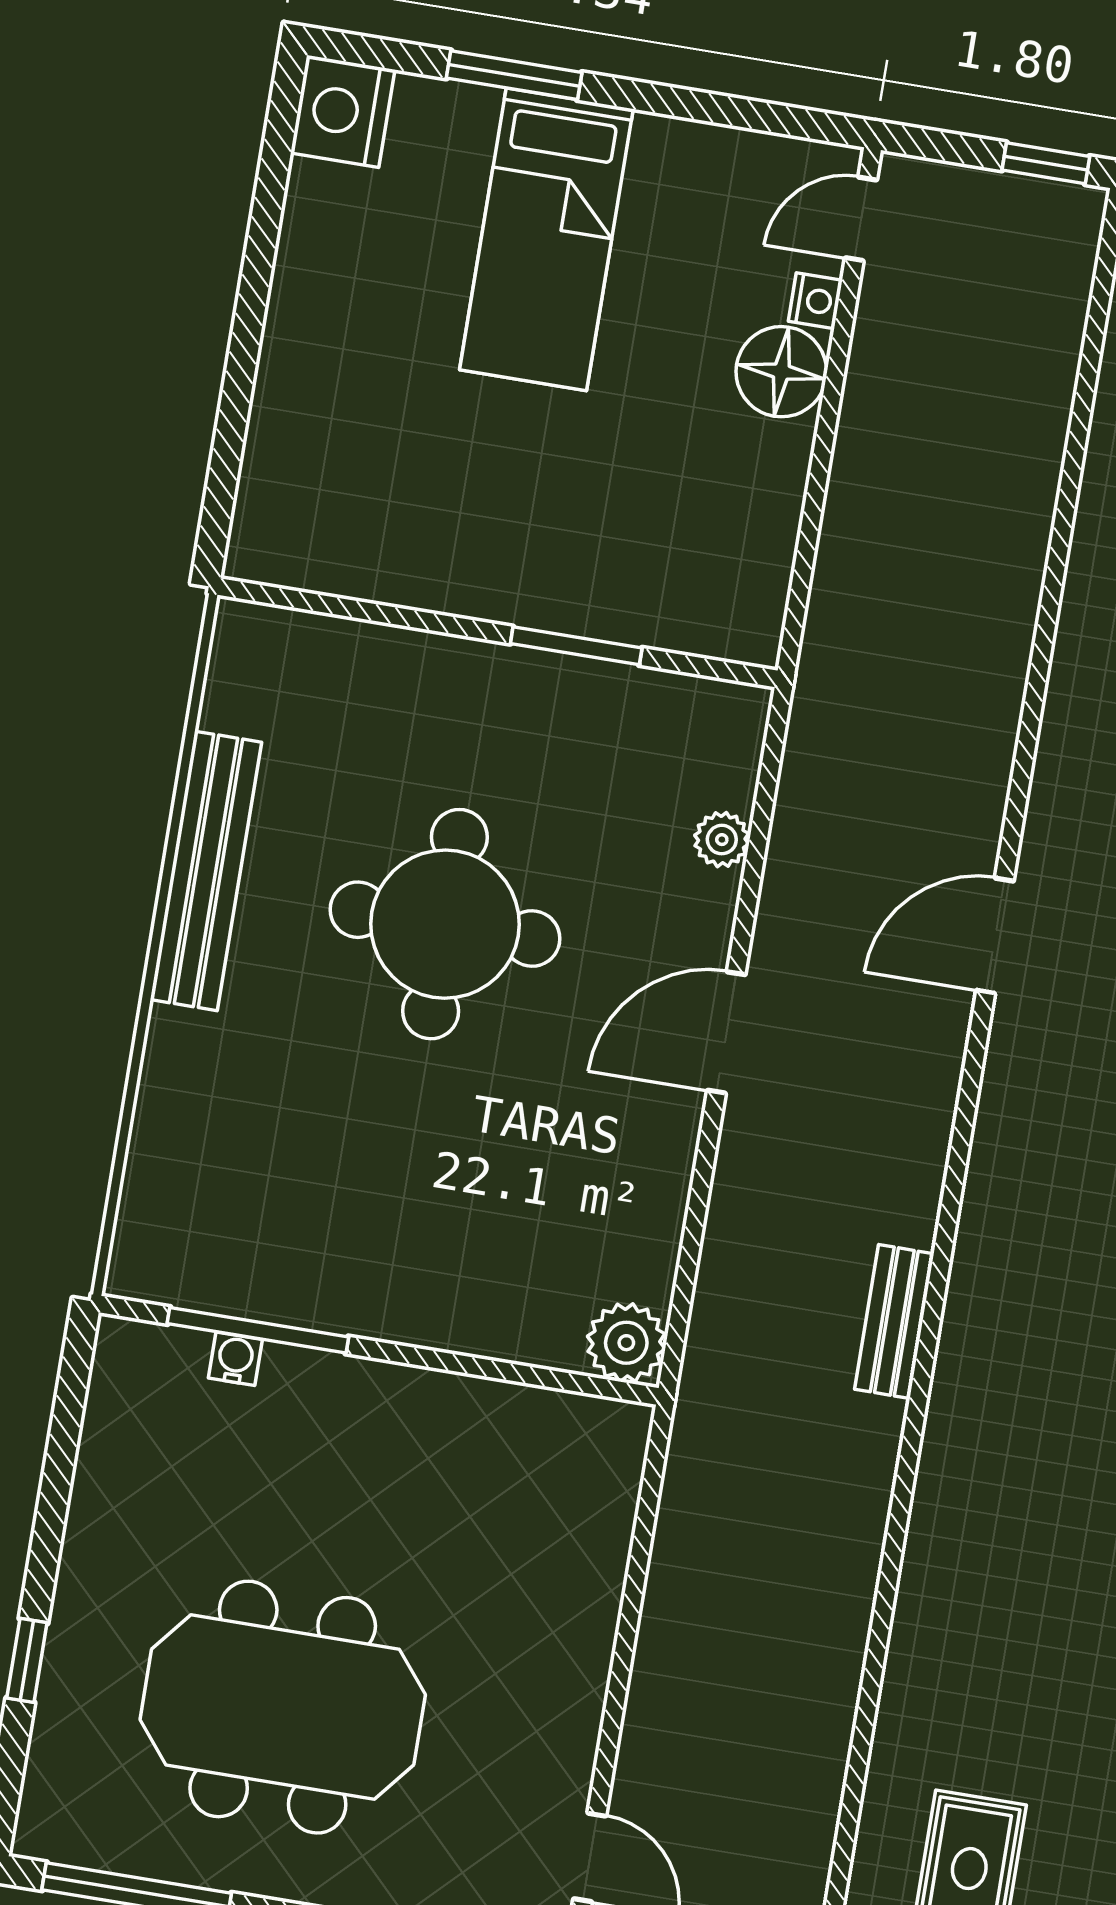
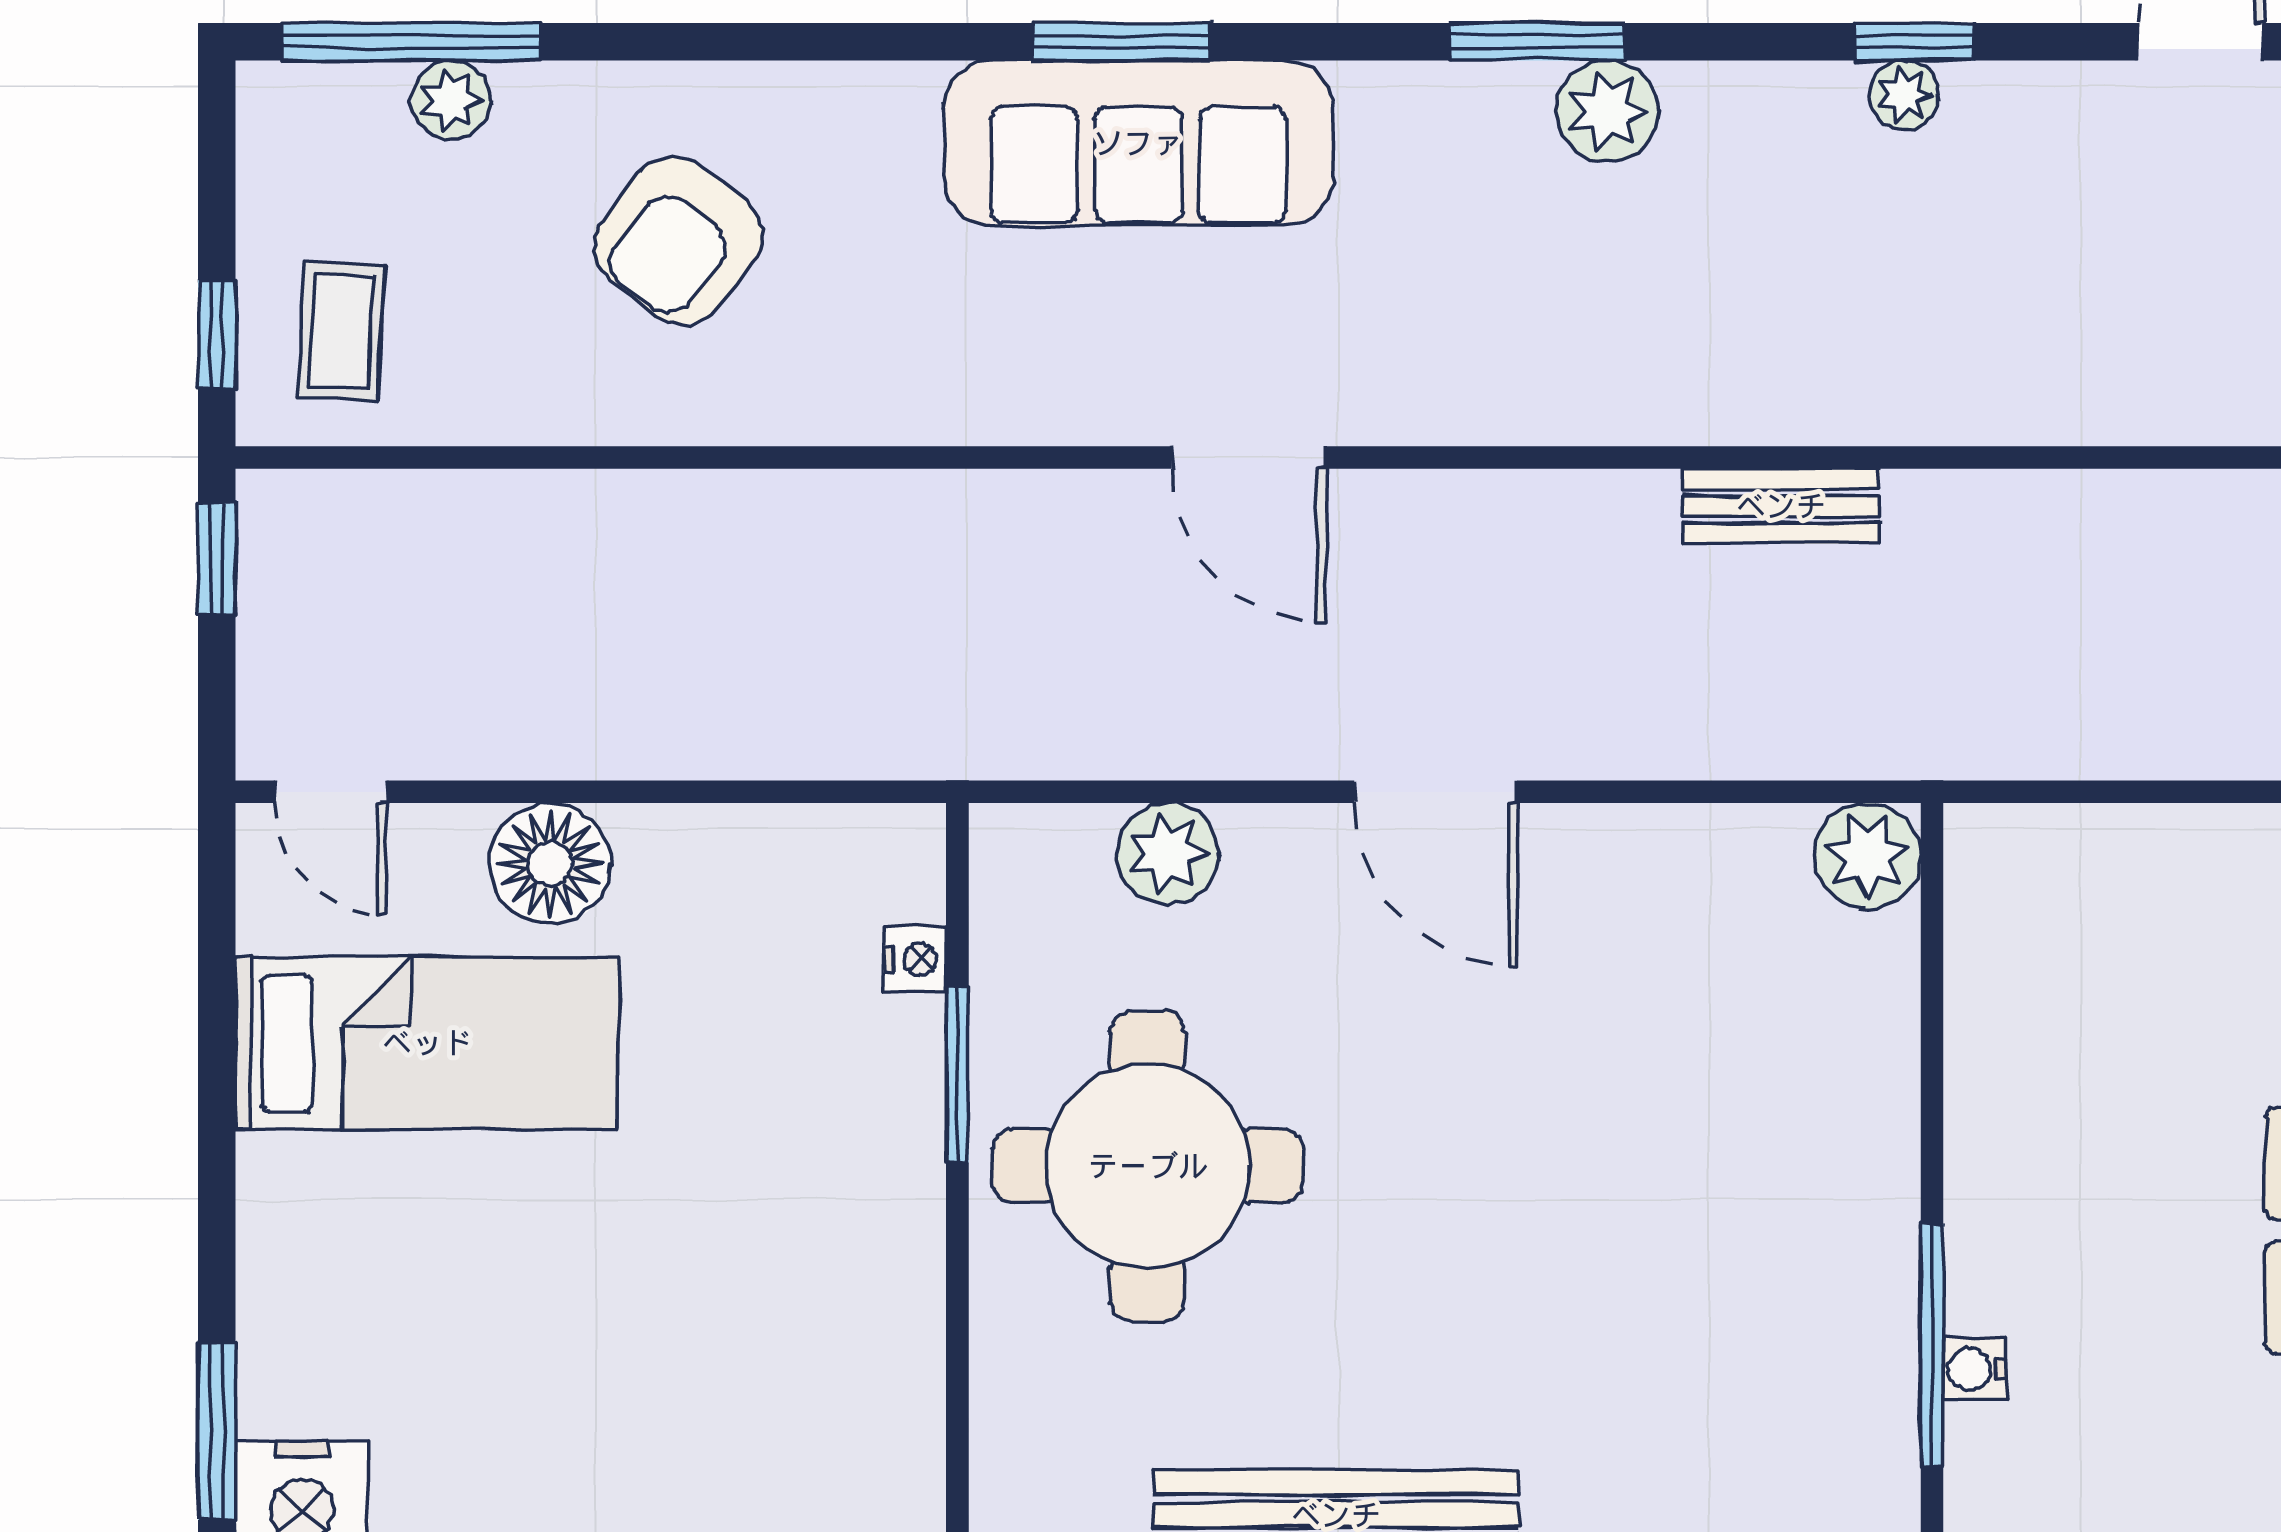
window: (514, 75) -> (217, 1431), moved
bed: (546, 239) -> (427, 1043), moved
nightstand: (815, 301) -> (915, 959), moved, turned 90
plant: (722, 840) -> (1168, 854), width x1.38, depth x1.38
round table: (445, 924) -> (1148, 1166), moved

